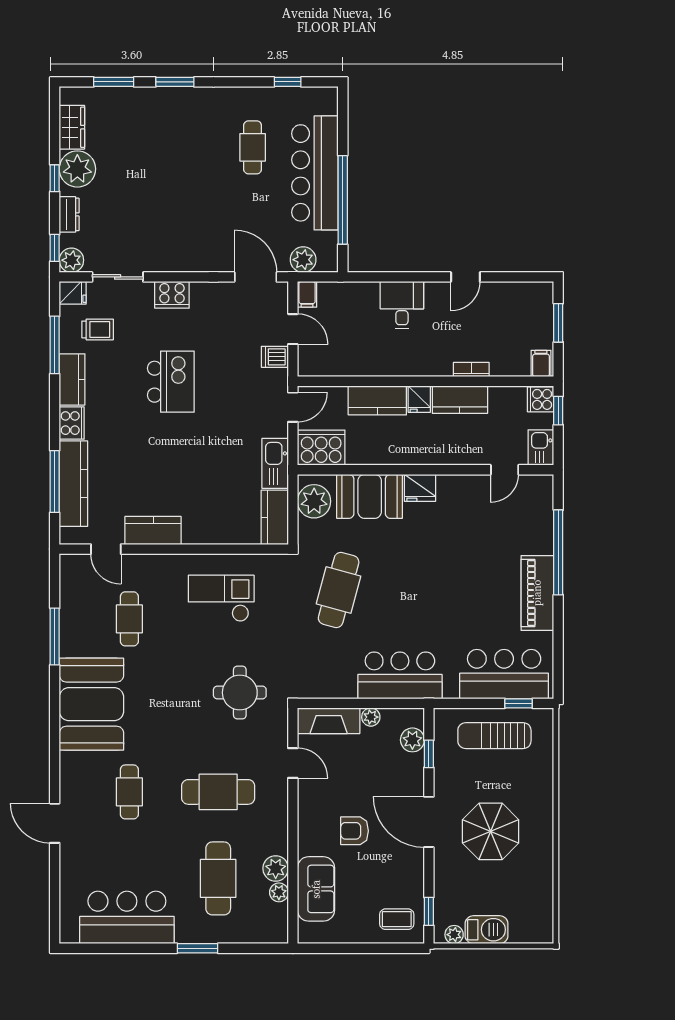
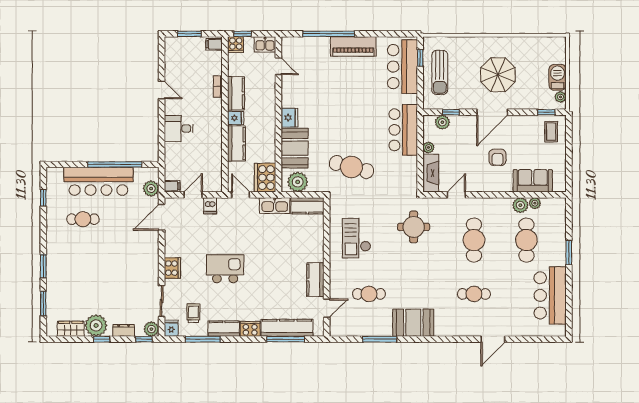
booth: (91, 704) -> (413, 323), width x0.73, depth x0.70
cafe table: (218, 878) -> (526, 240), turned 90

